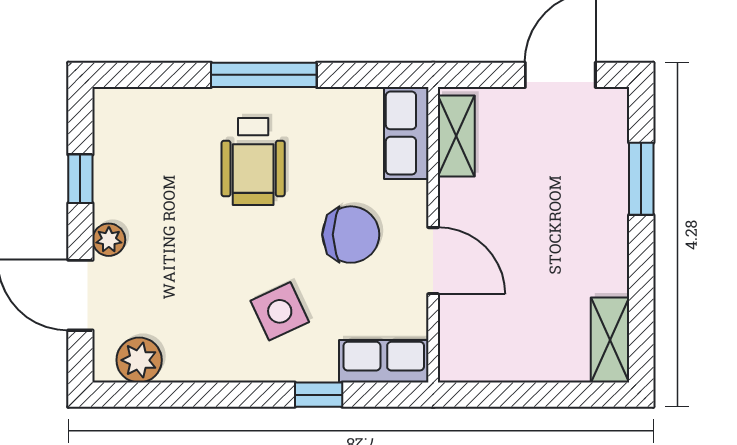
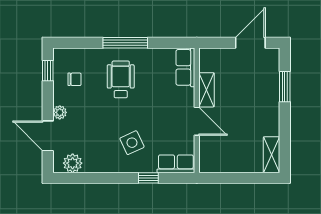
shelving: (456, 136) -> (207, 90), moved
wheelchair: (253, 162) -> (121, 79), turned 180
window: (80, 179) -> (48, 71), moved
chair: (351, 235) -> (75, 79), moved, width x0.54, depth x0.54

